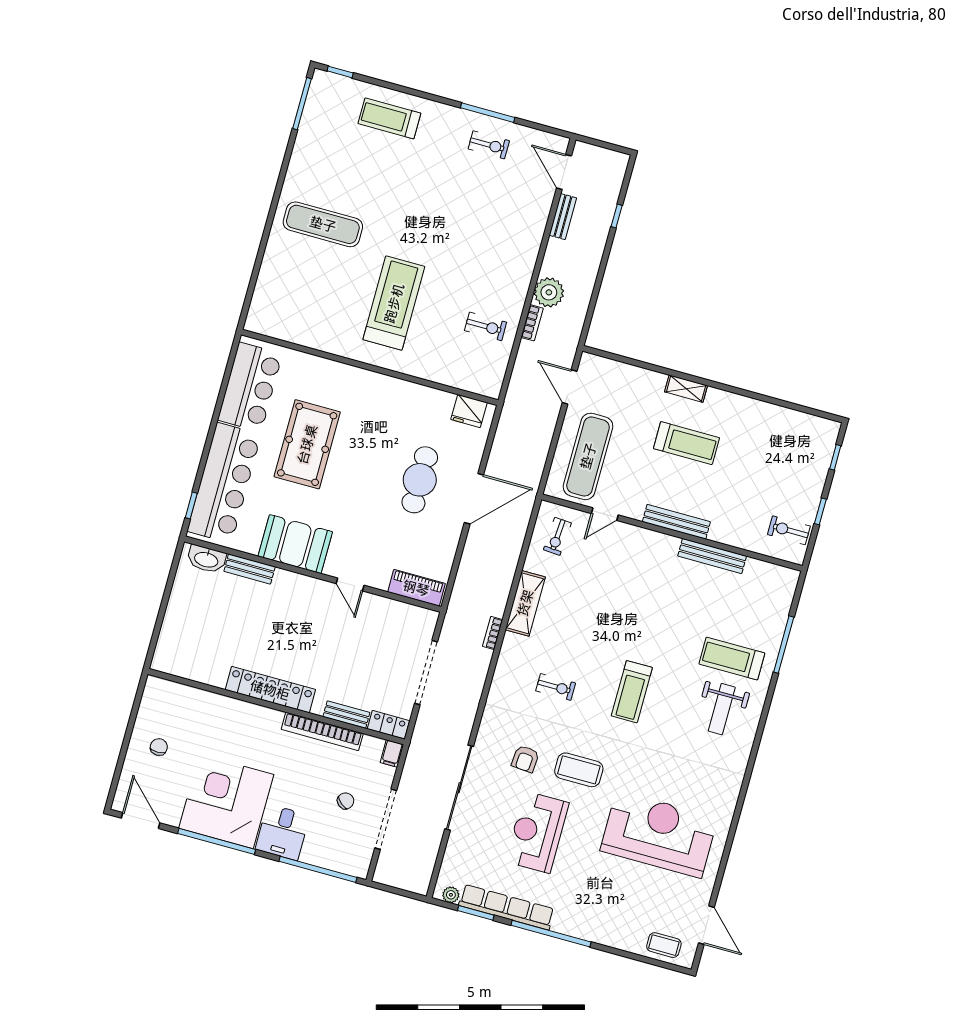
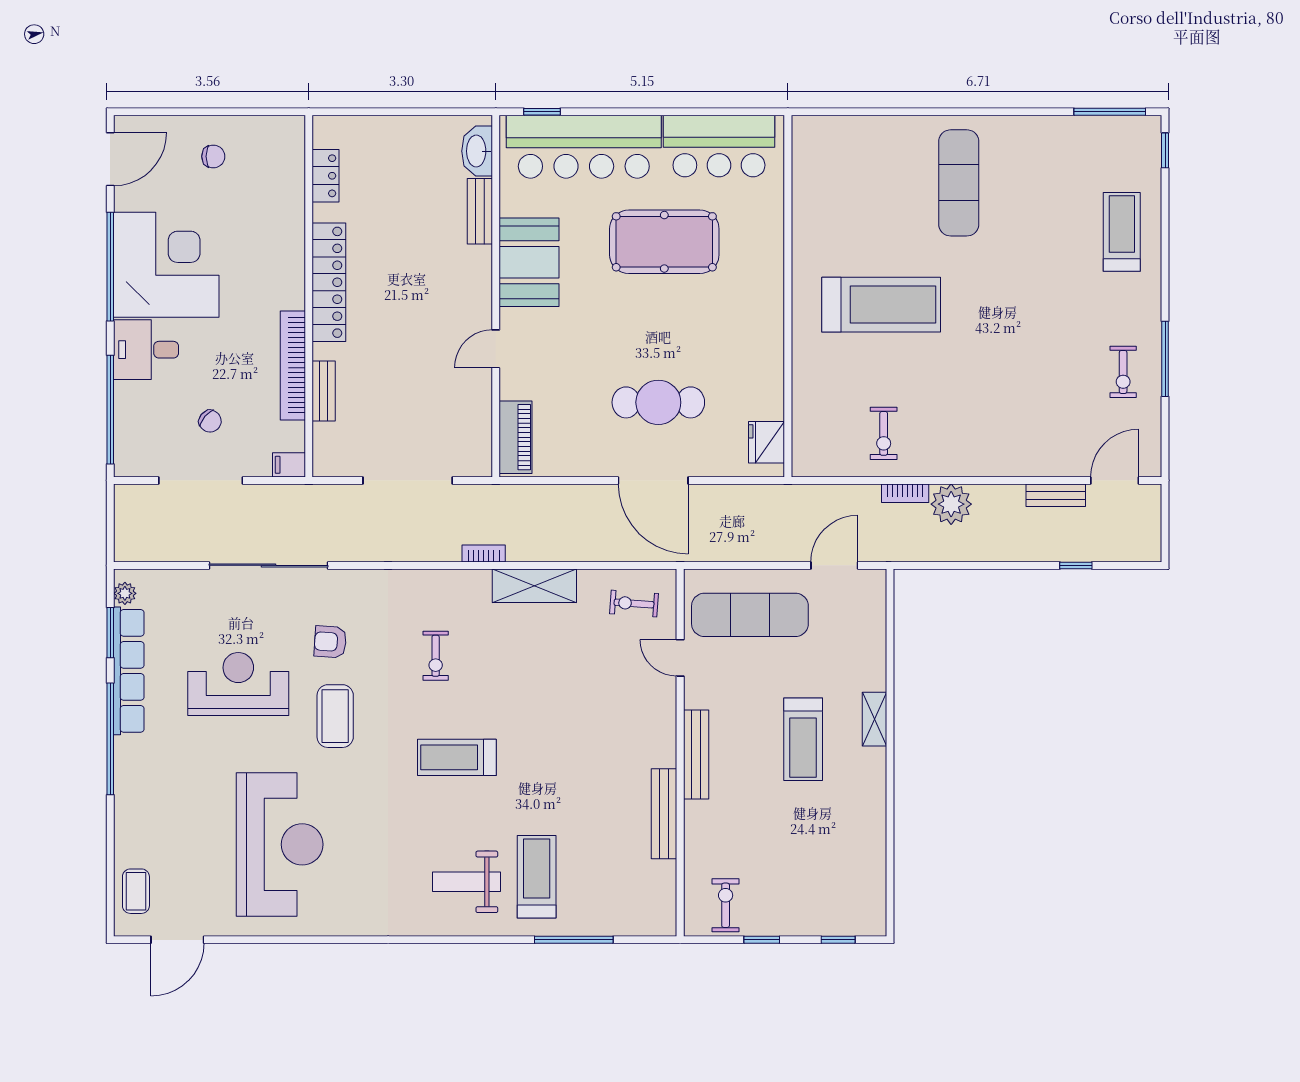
locker: (388, 725) -> (325, 176), moved

